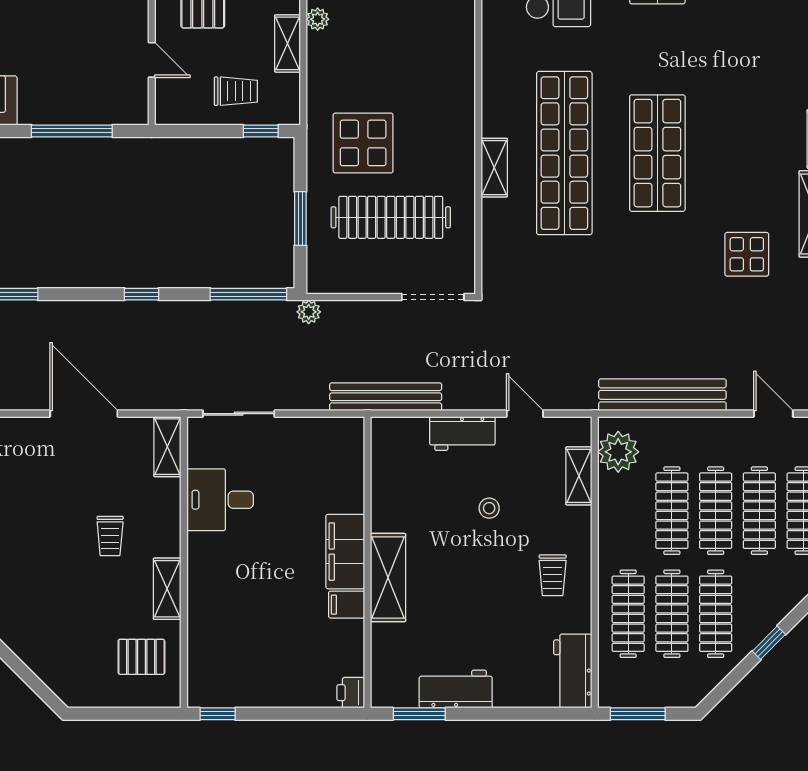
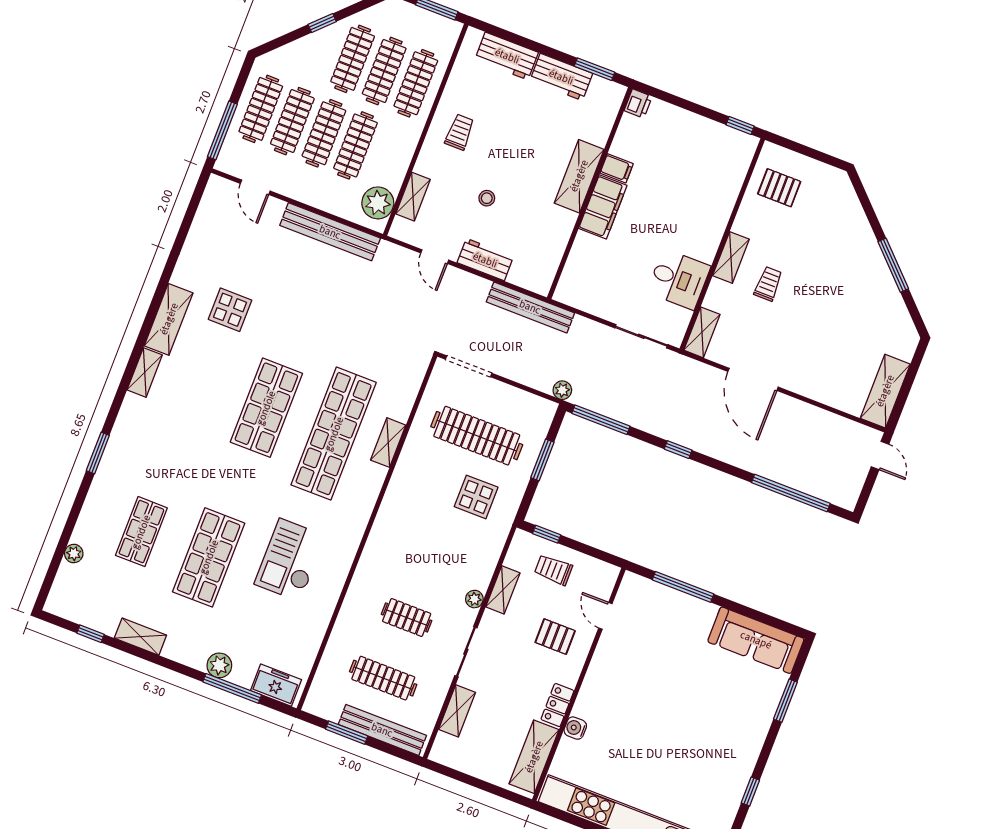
display table: (363, 143) -> (476, 497), width x0.73, depth x0.73
shelving: (167, 589) -> (731, 257), moved
workbench: (573, 671) -> (507, 56), moved, turned 90

